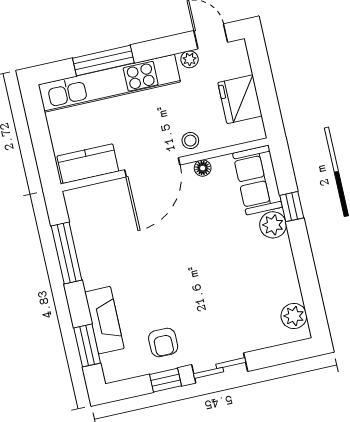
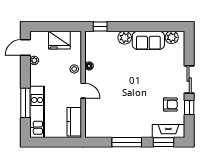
kitchen unit: (109, 83) -> (37, 112), width x0.73
door: (152, 167) -> (83, 91), width x0.53
sofa: (258, 180) -> (148, 40), moved
window: (292, 207) -> (100, 26), moved
window: (67, 253) -> (127, 142), moved
fireplace: (104, 320) -> (168, 131), moved

